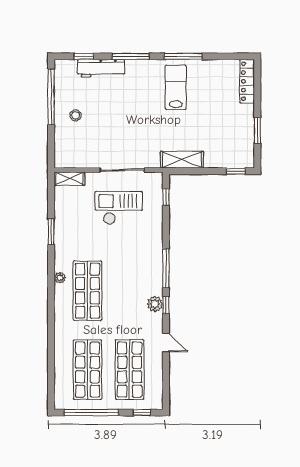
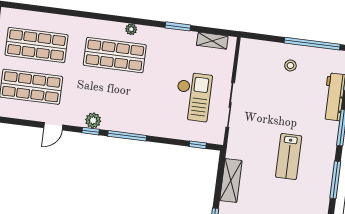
lab bench: (176, 87) -> (289, 157), moved, turned 90
shelving: (182, 160) -> (231, 181), moved
shelving: (69, 179) -> (212, 41), moved, turned 90

